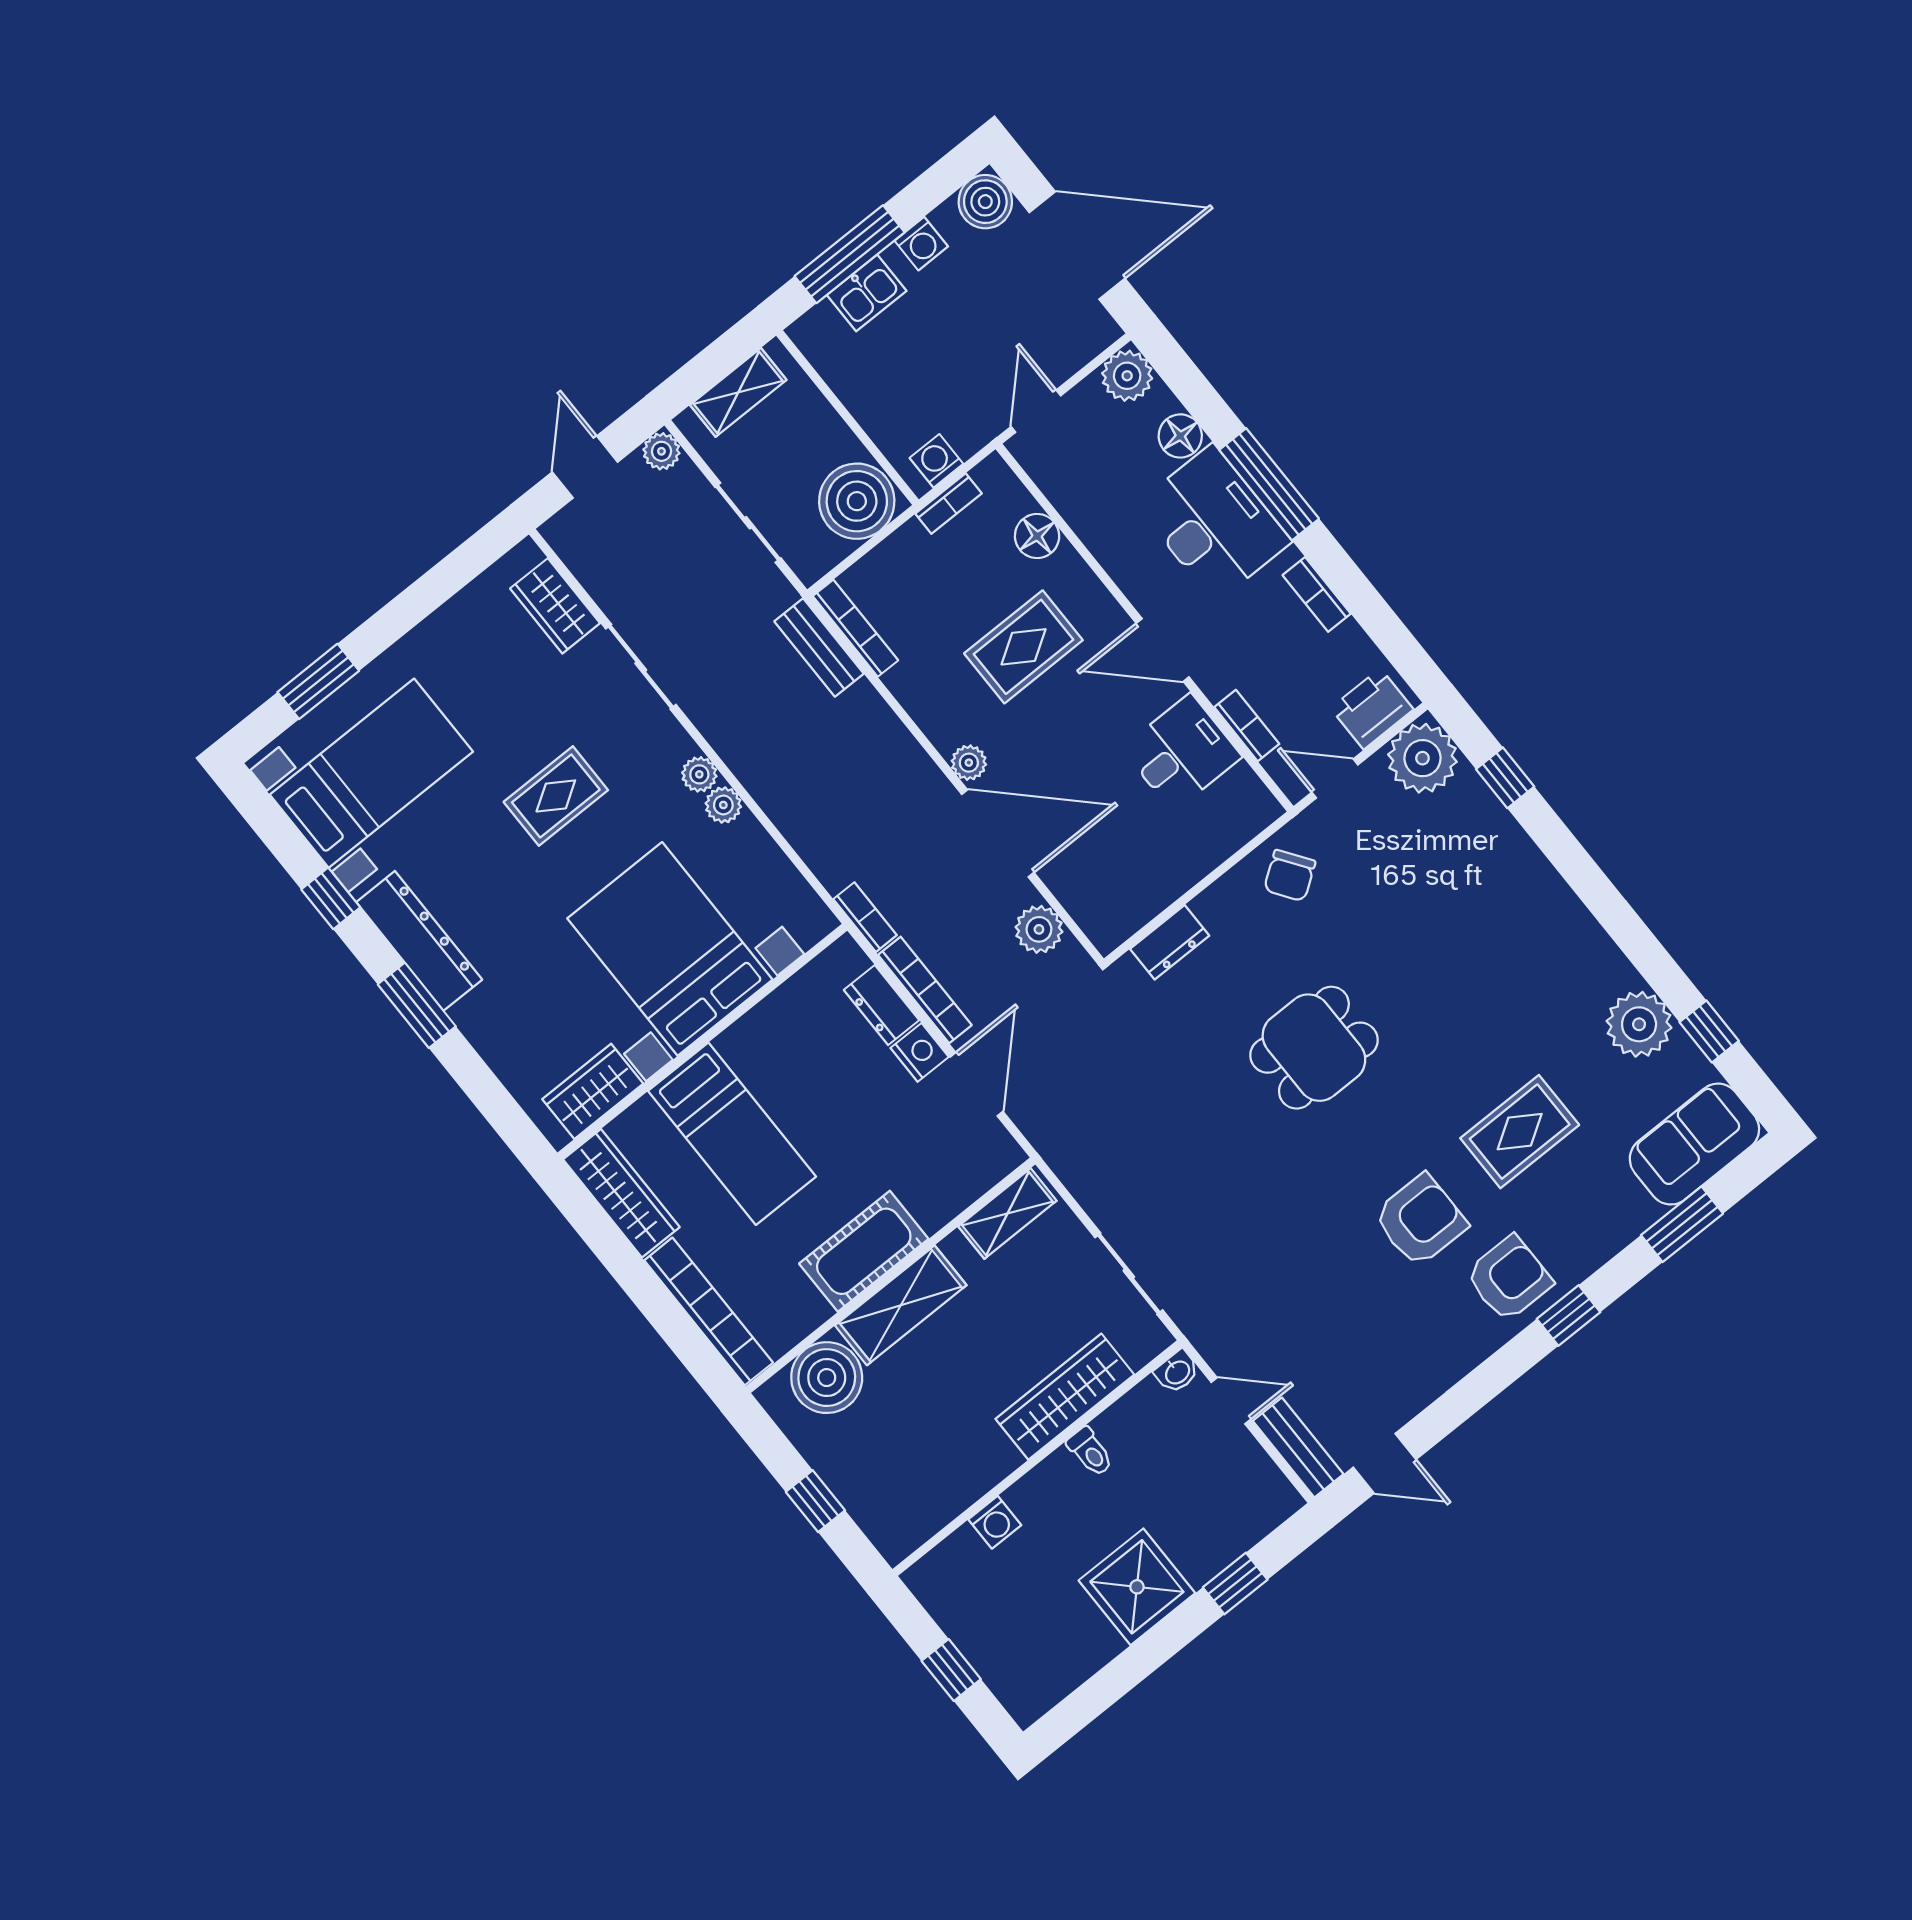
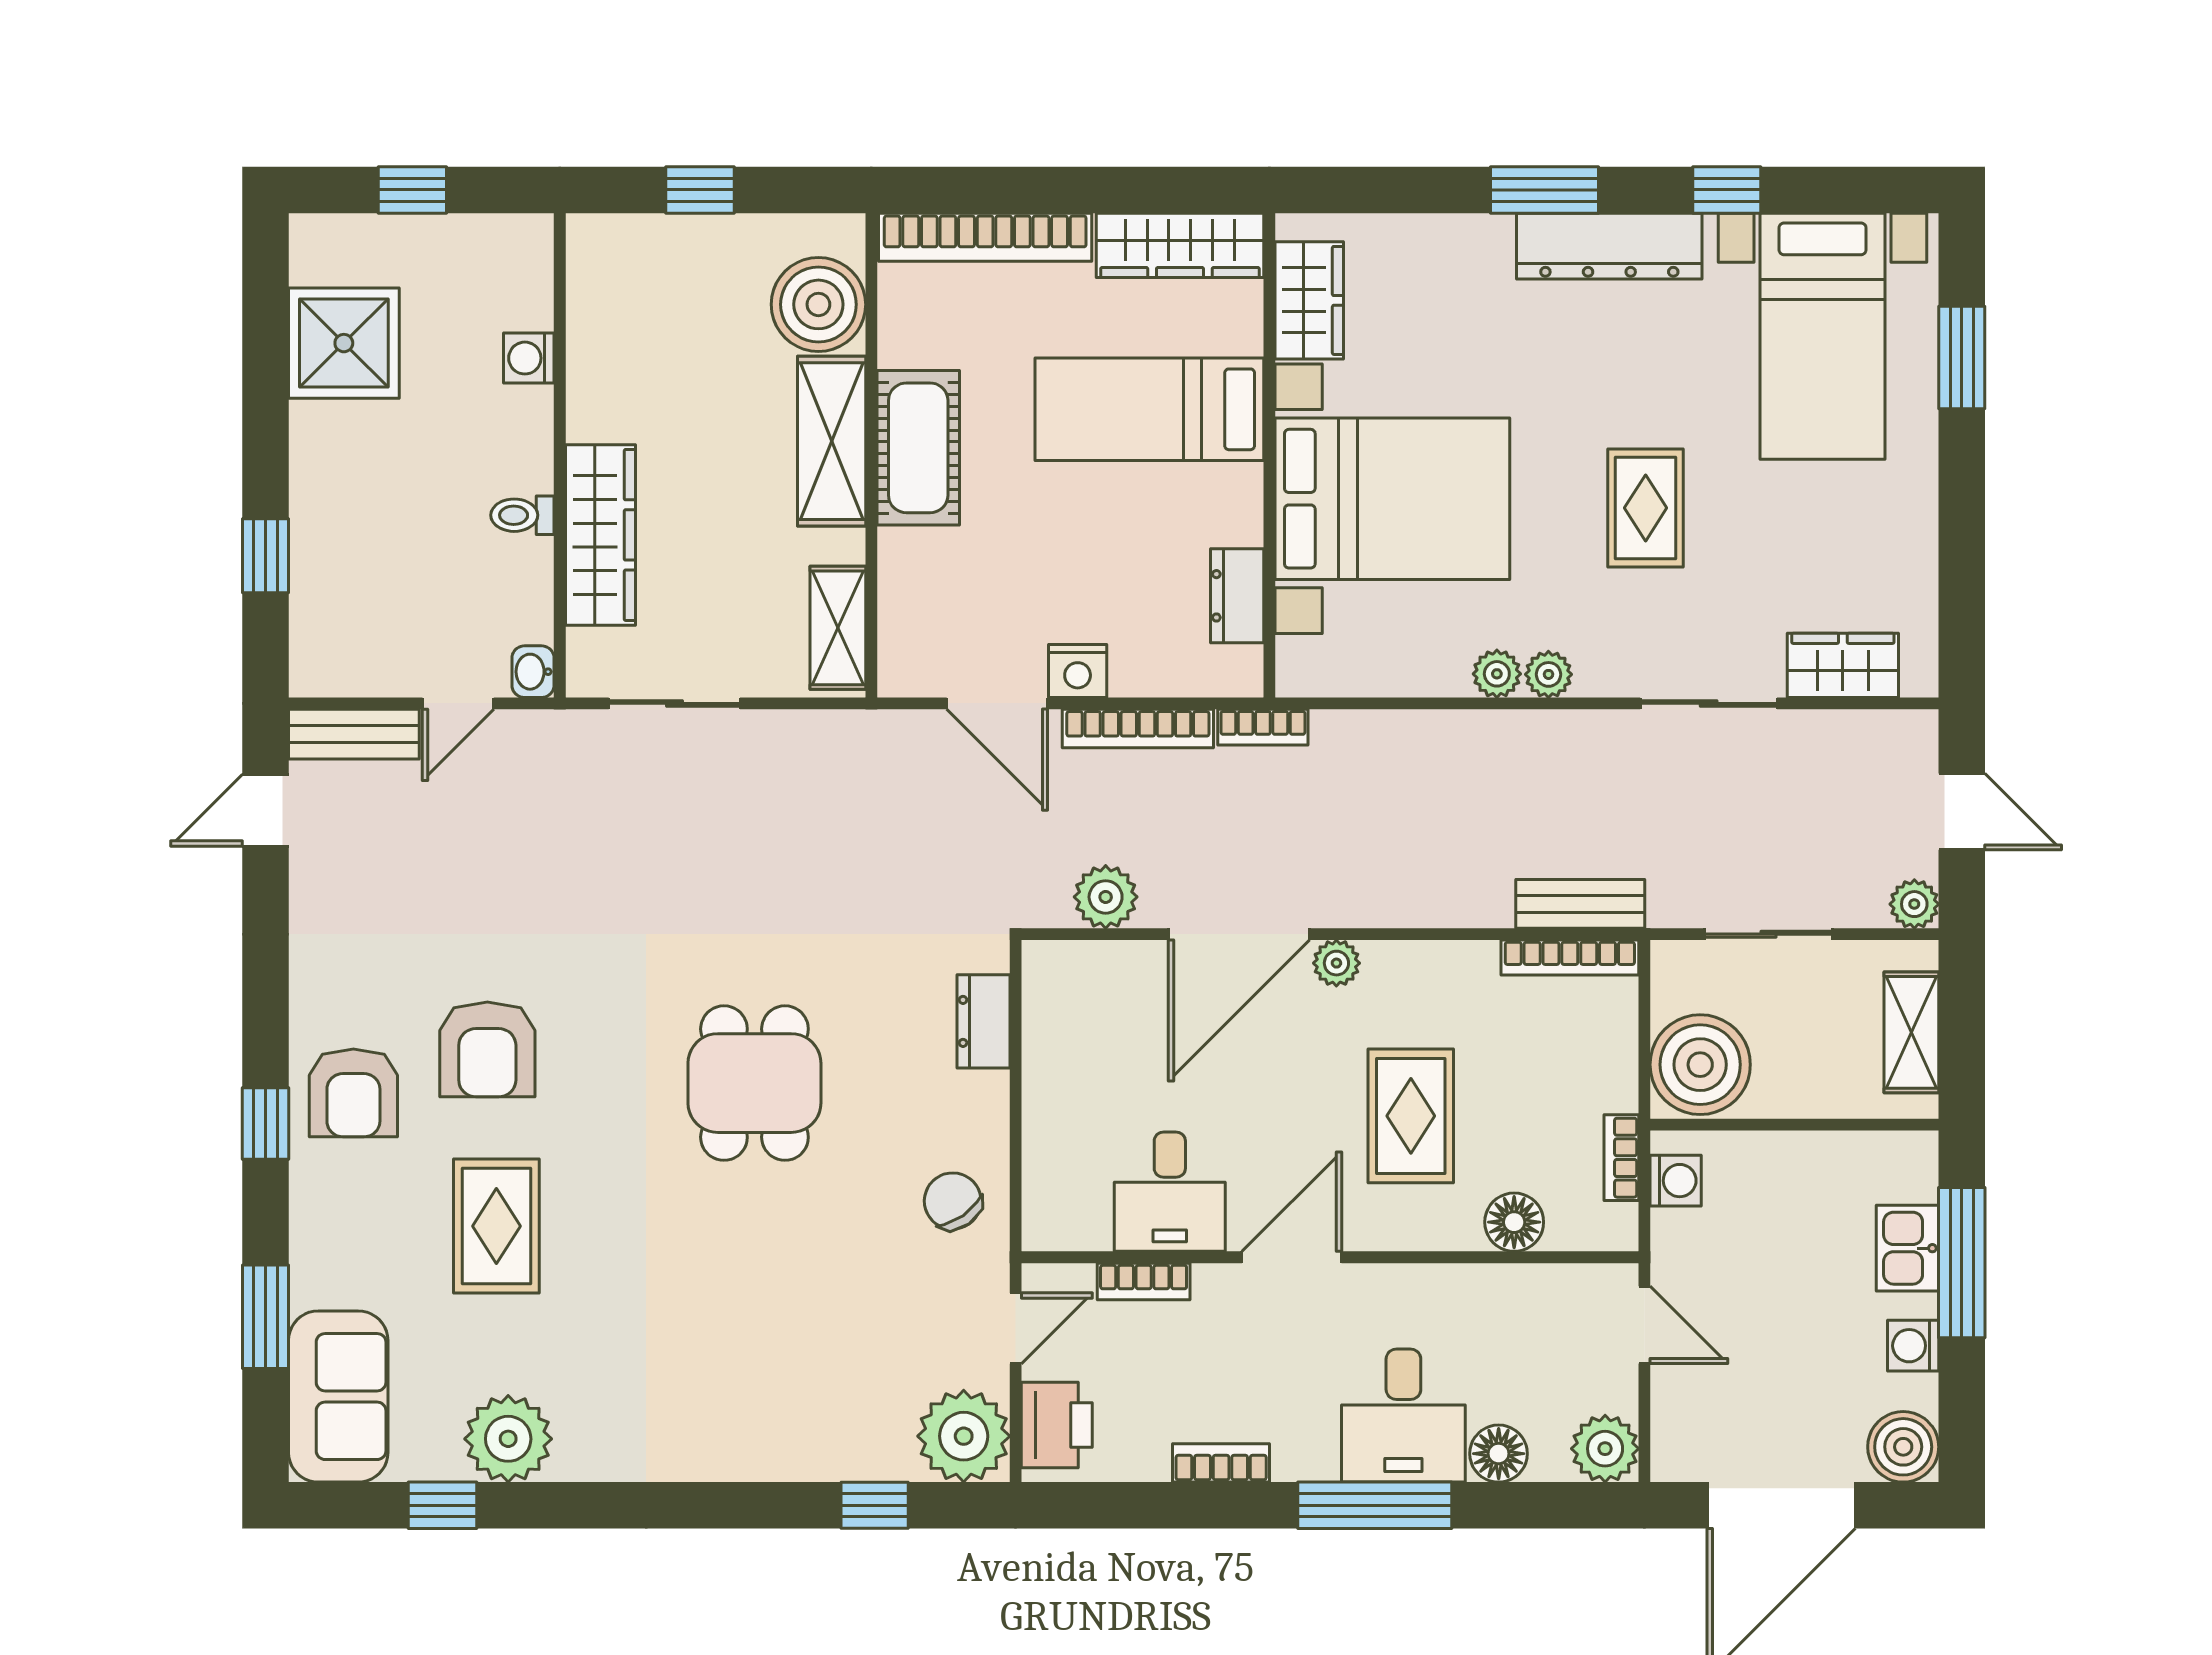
desk: (1214, 523) -> (1403, 1416), width x0.73
dresser: (882, 1005) -> (1237, 596), moved, turned -90
shower: (1137, 1587) -> (344, 343), moved

